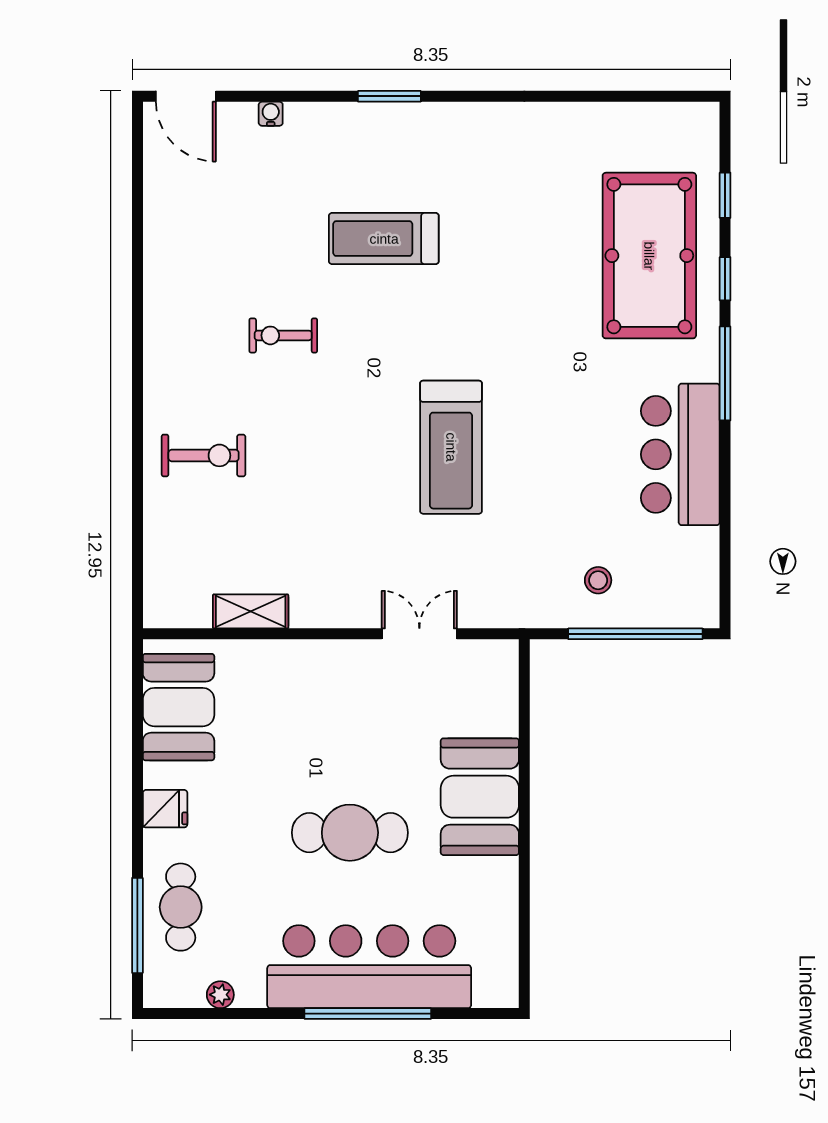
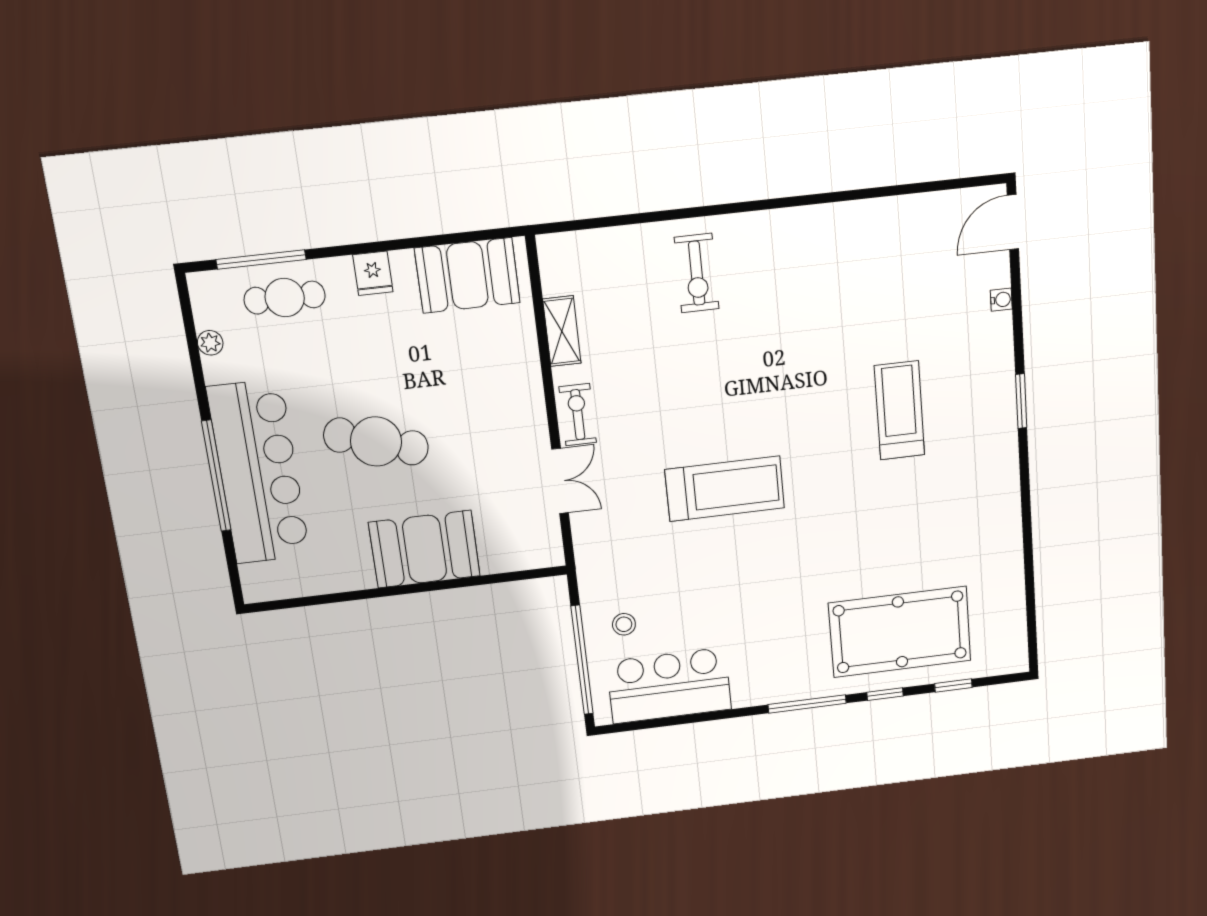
exercise bike: (283, 335) -> (578, 415), moved
treadmill: (451, 447) -> (725, 489), turned 180
bar counter: (680, 454) -> (669, 686), moved
cafe table: (350, 833) -> (376, 441), turned -73

